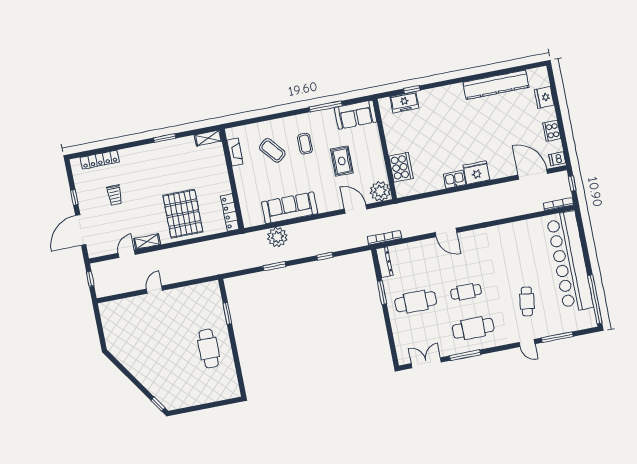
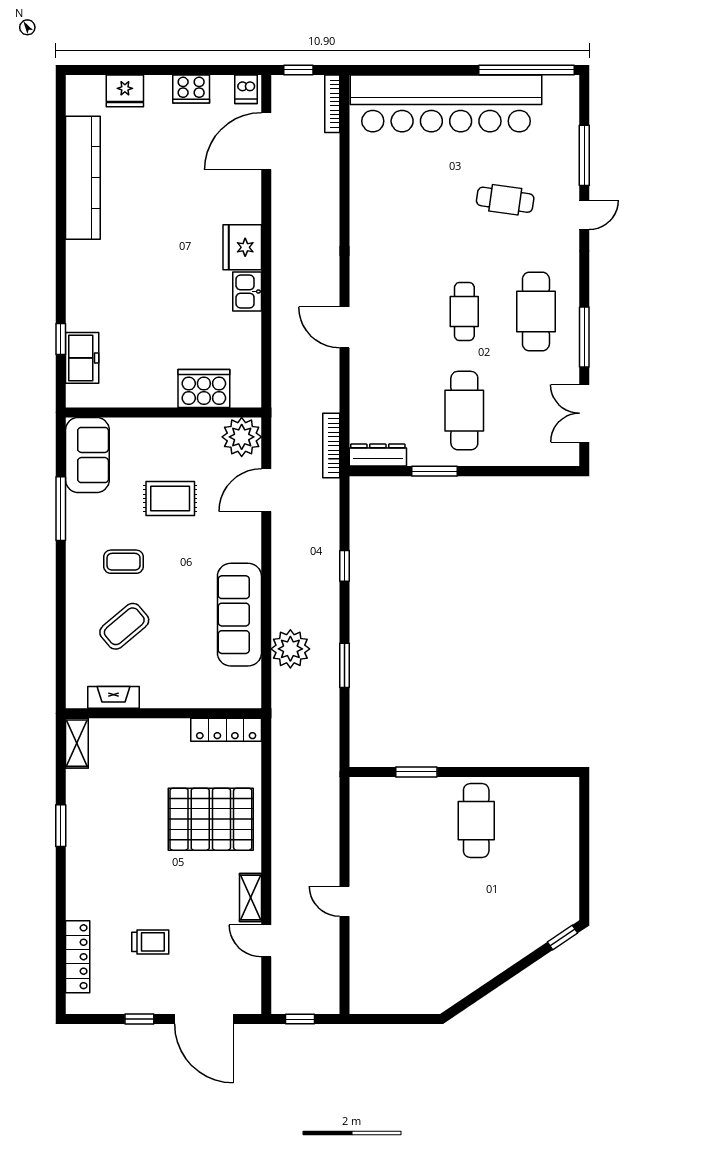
door: (446, 232) -> (344, 327), swing flipped
cafe table: (209, 349) -> (476, 821), turned 90

